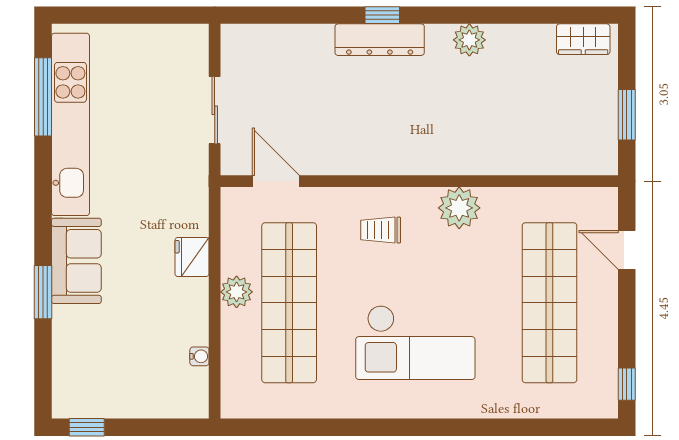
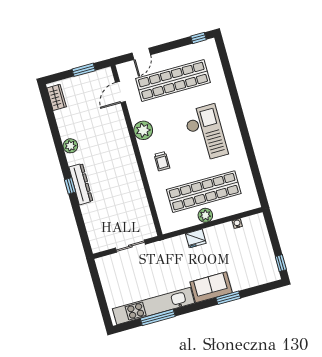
window: (43, 97) -> (158, 317), moved
door: (276, 181) -> (120, 92), moved

